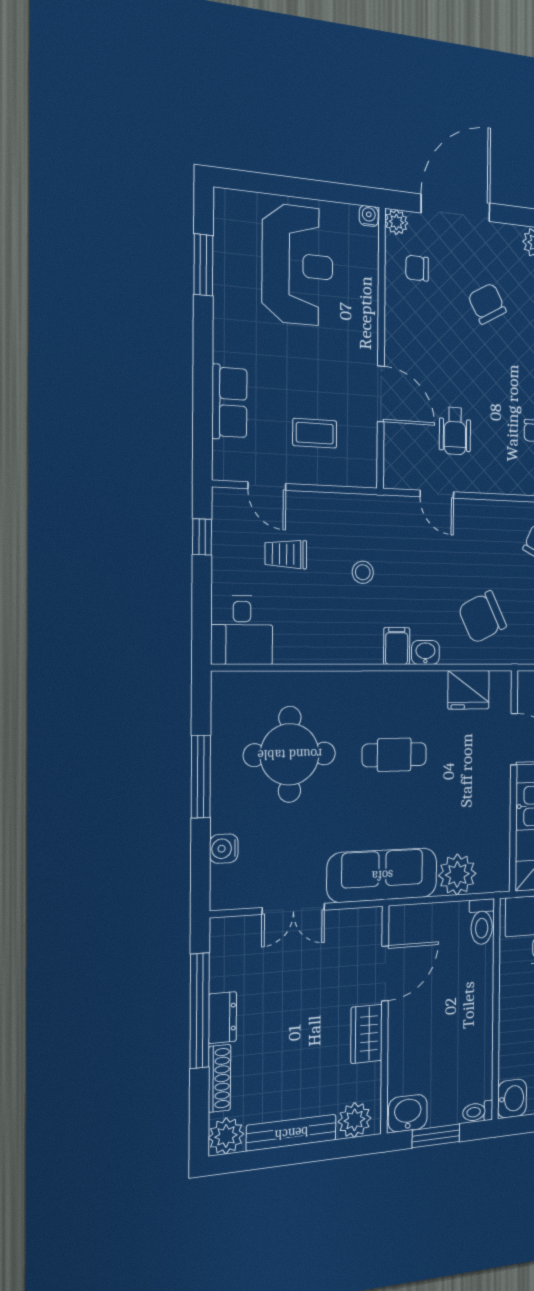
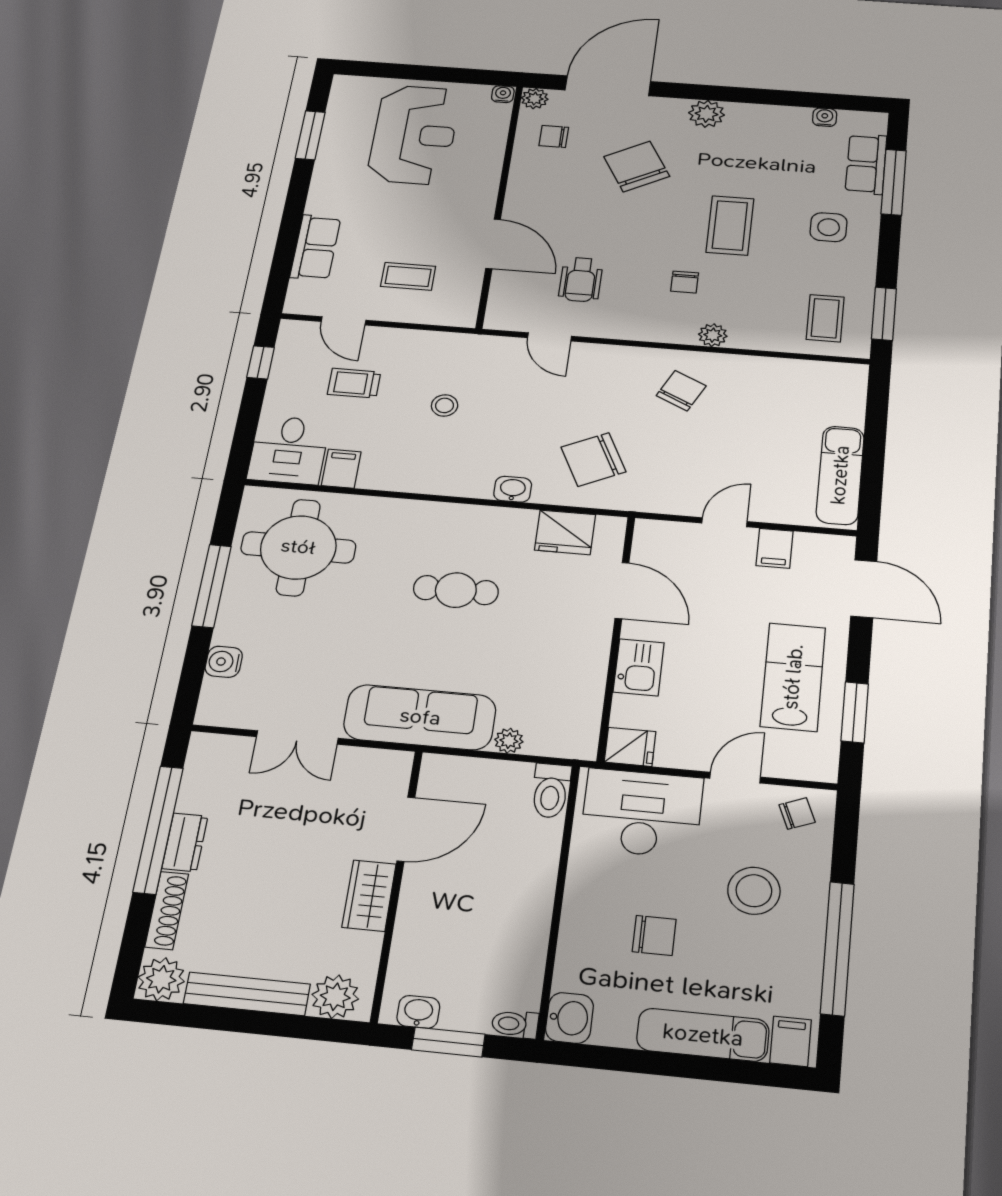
chair: (487, 304) -> (637, 166), width x1.37, depth x1.37
filing cabinet: (397, 646) -> (341, 469), moved
round table: (290, 754) -> (298, 547), moved
plant: (457, 874) -> (509, 741), width x0.53, depth x0.53
washbasin: (408, 1113) -> (418, 1012), width x0.72, depth x0.69

